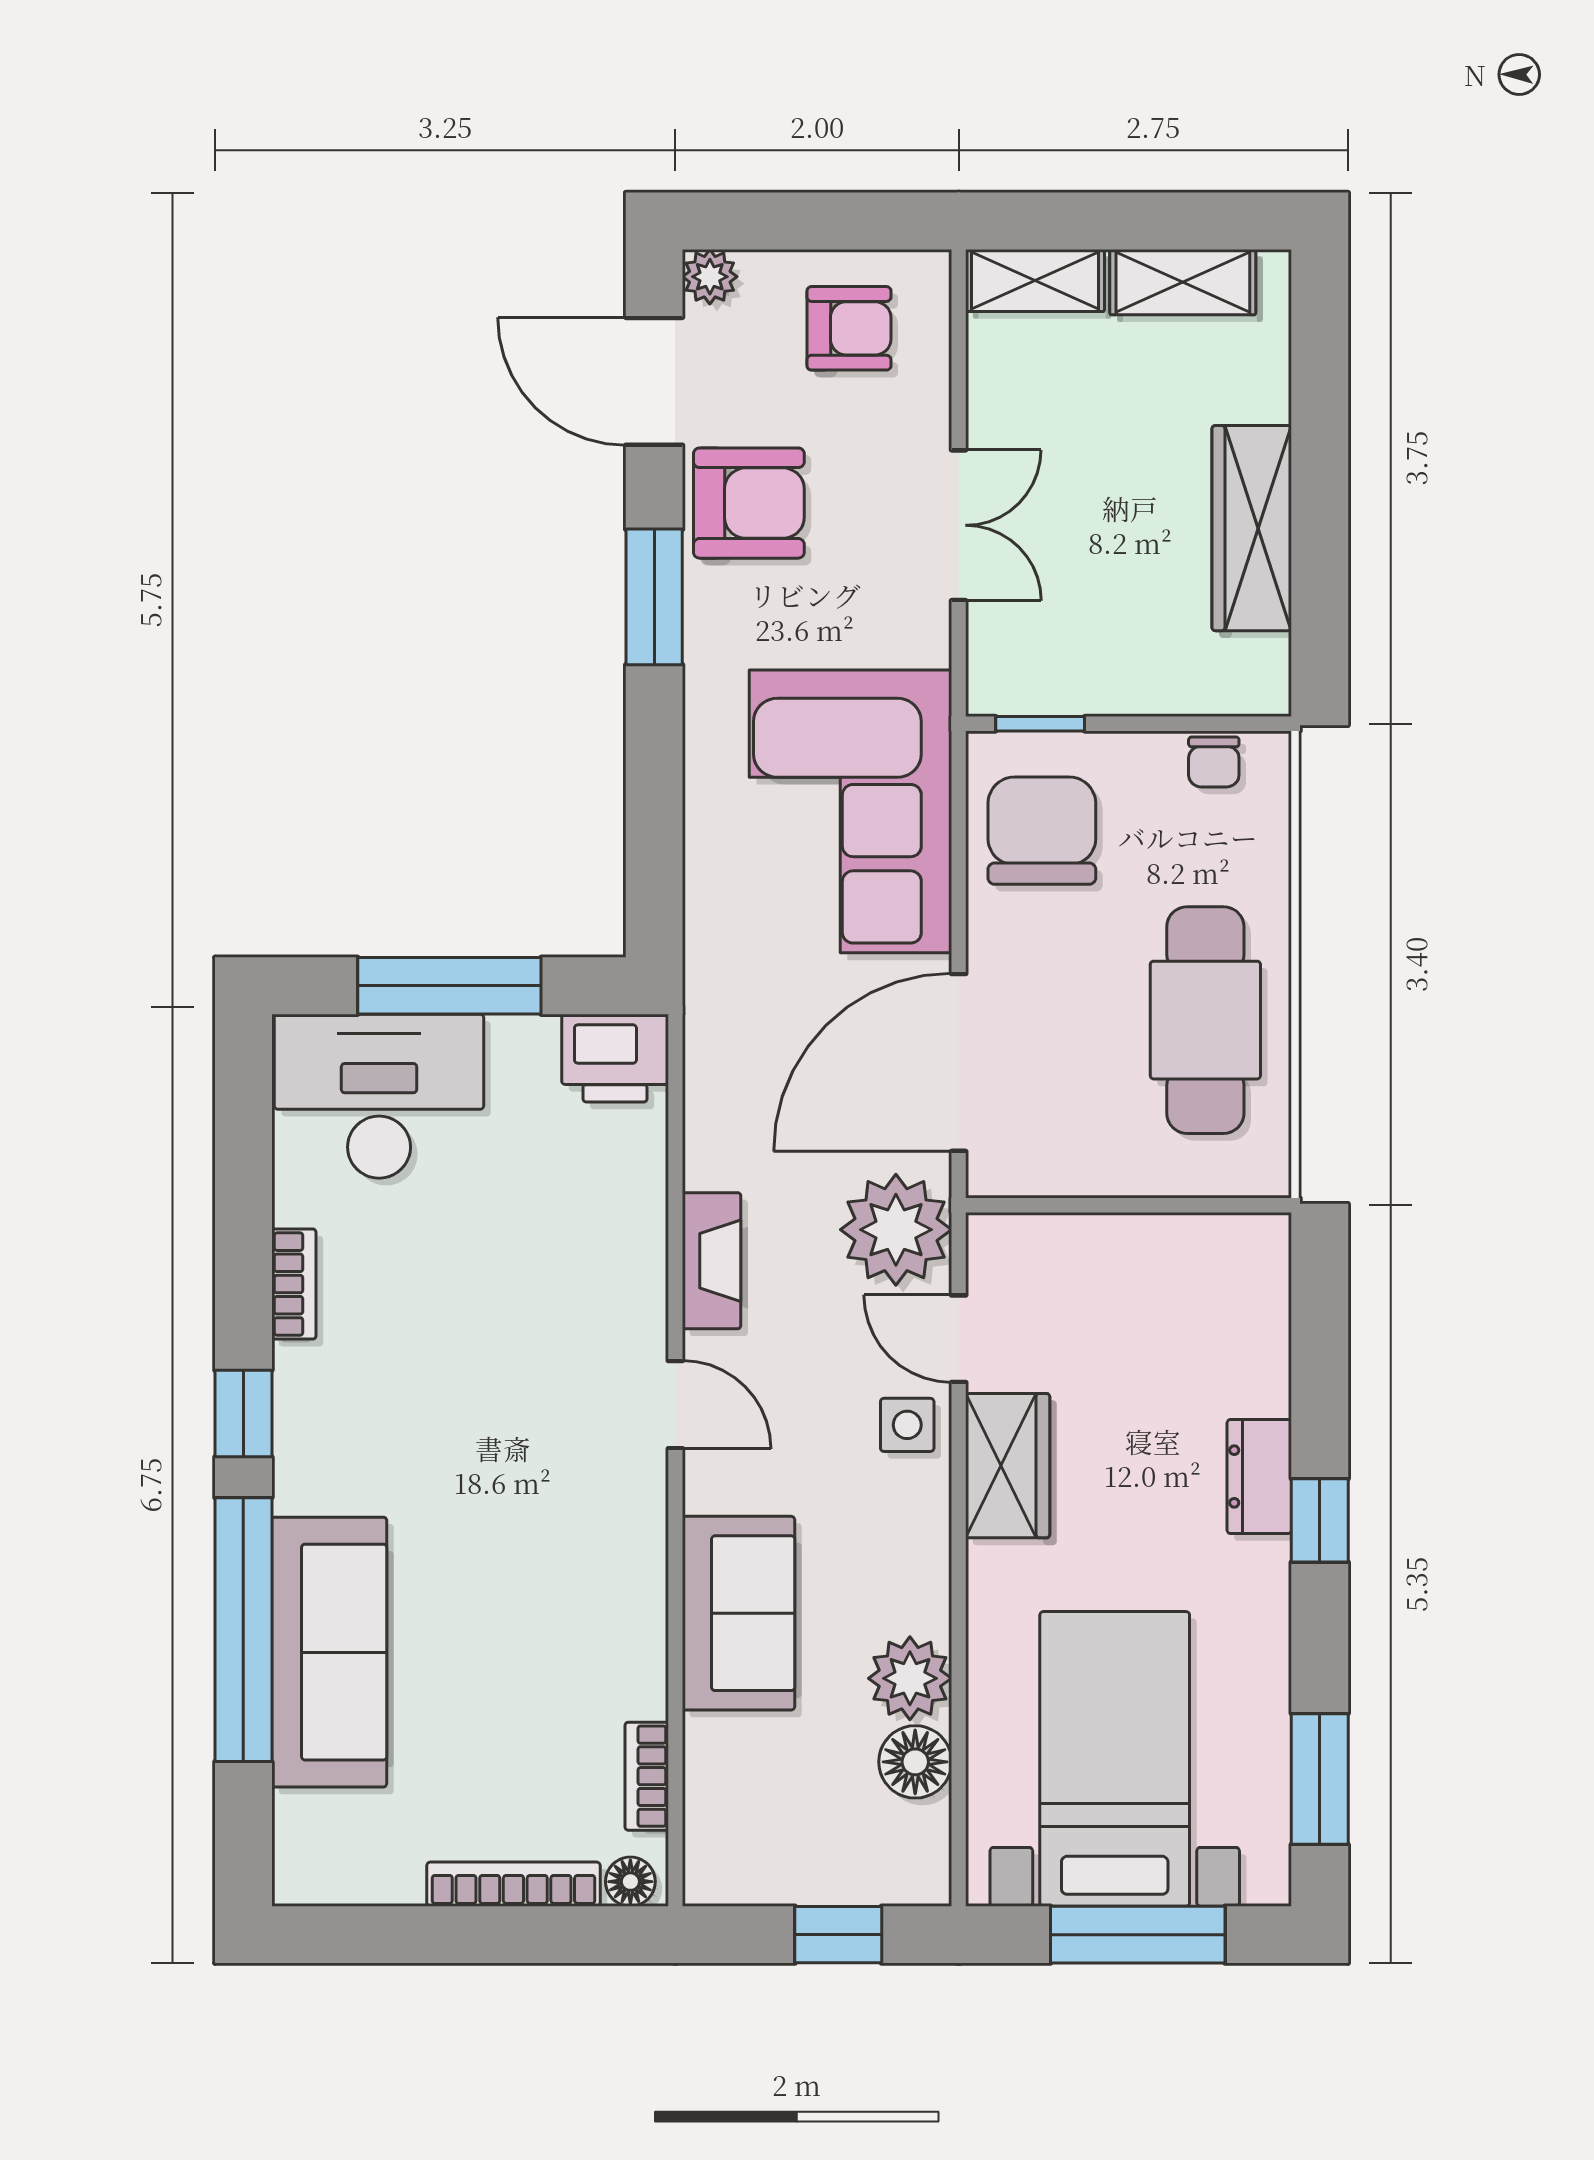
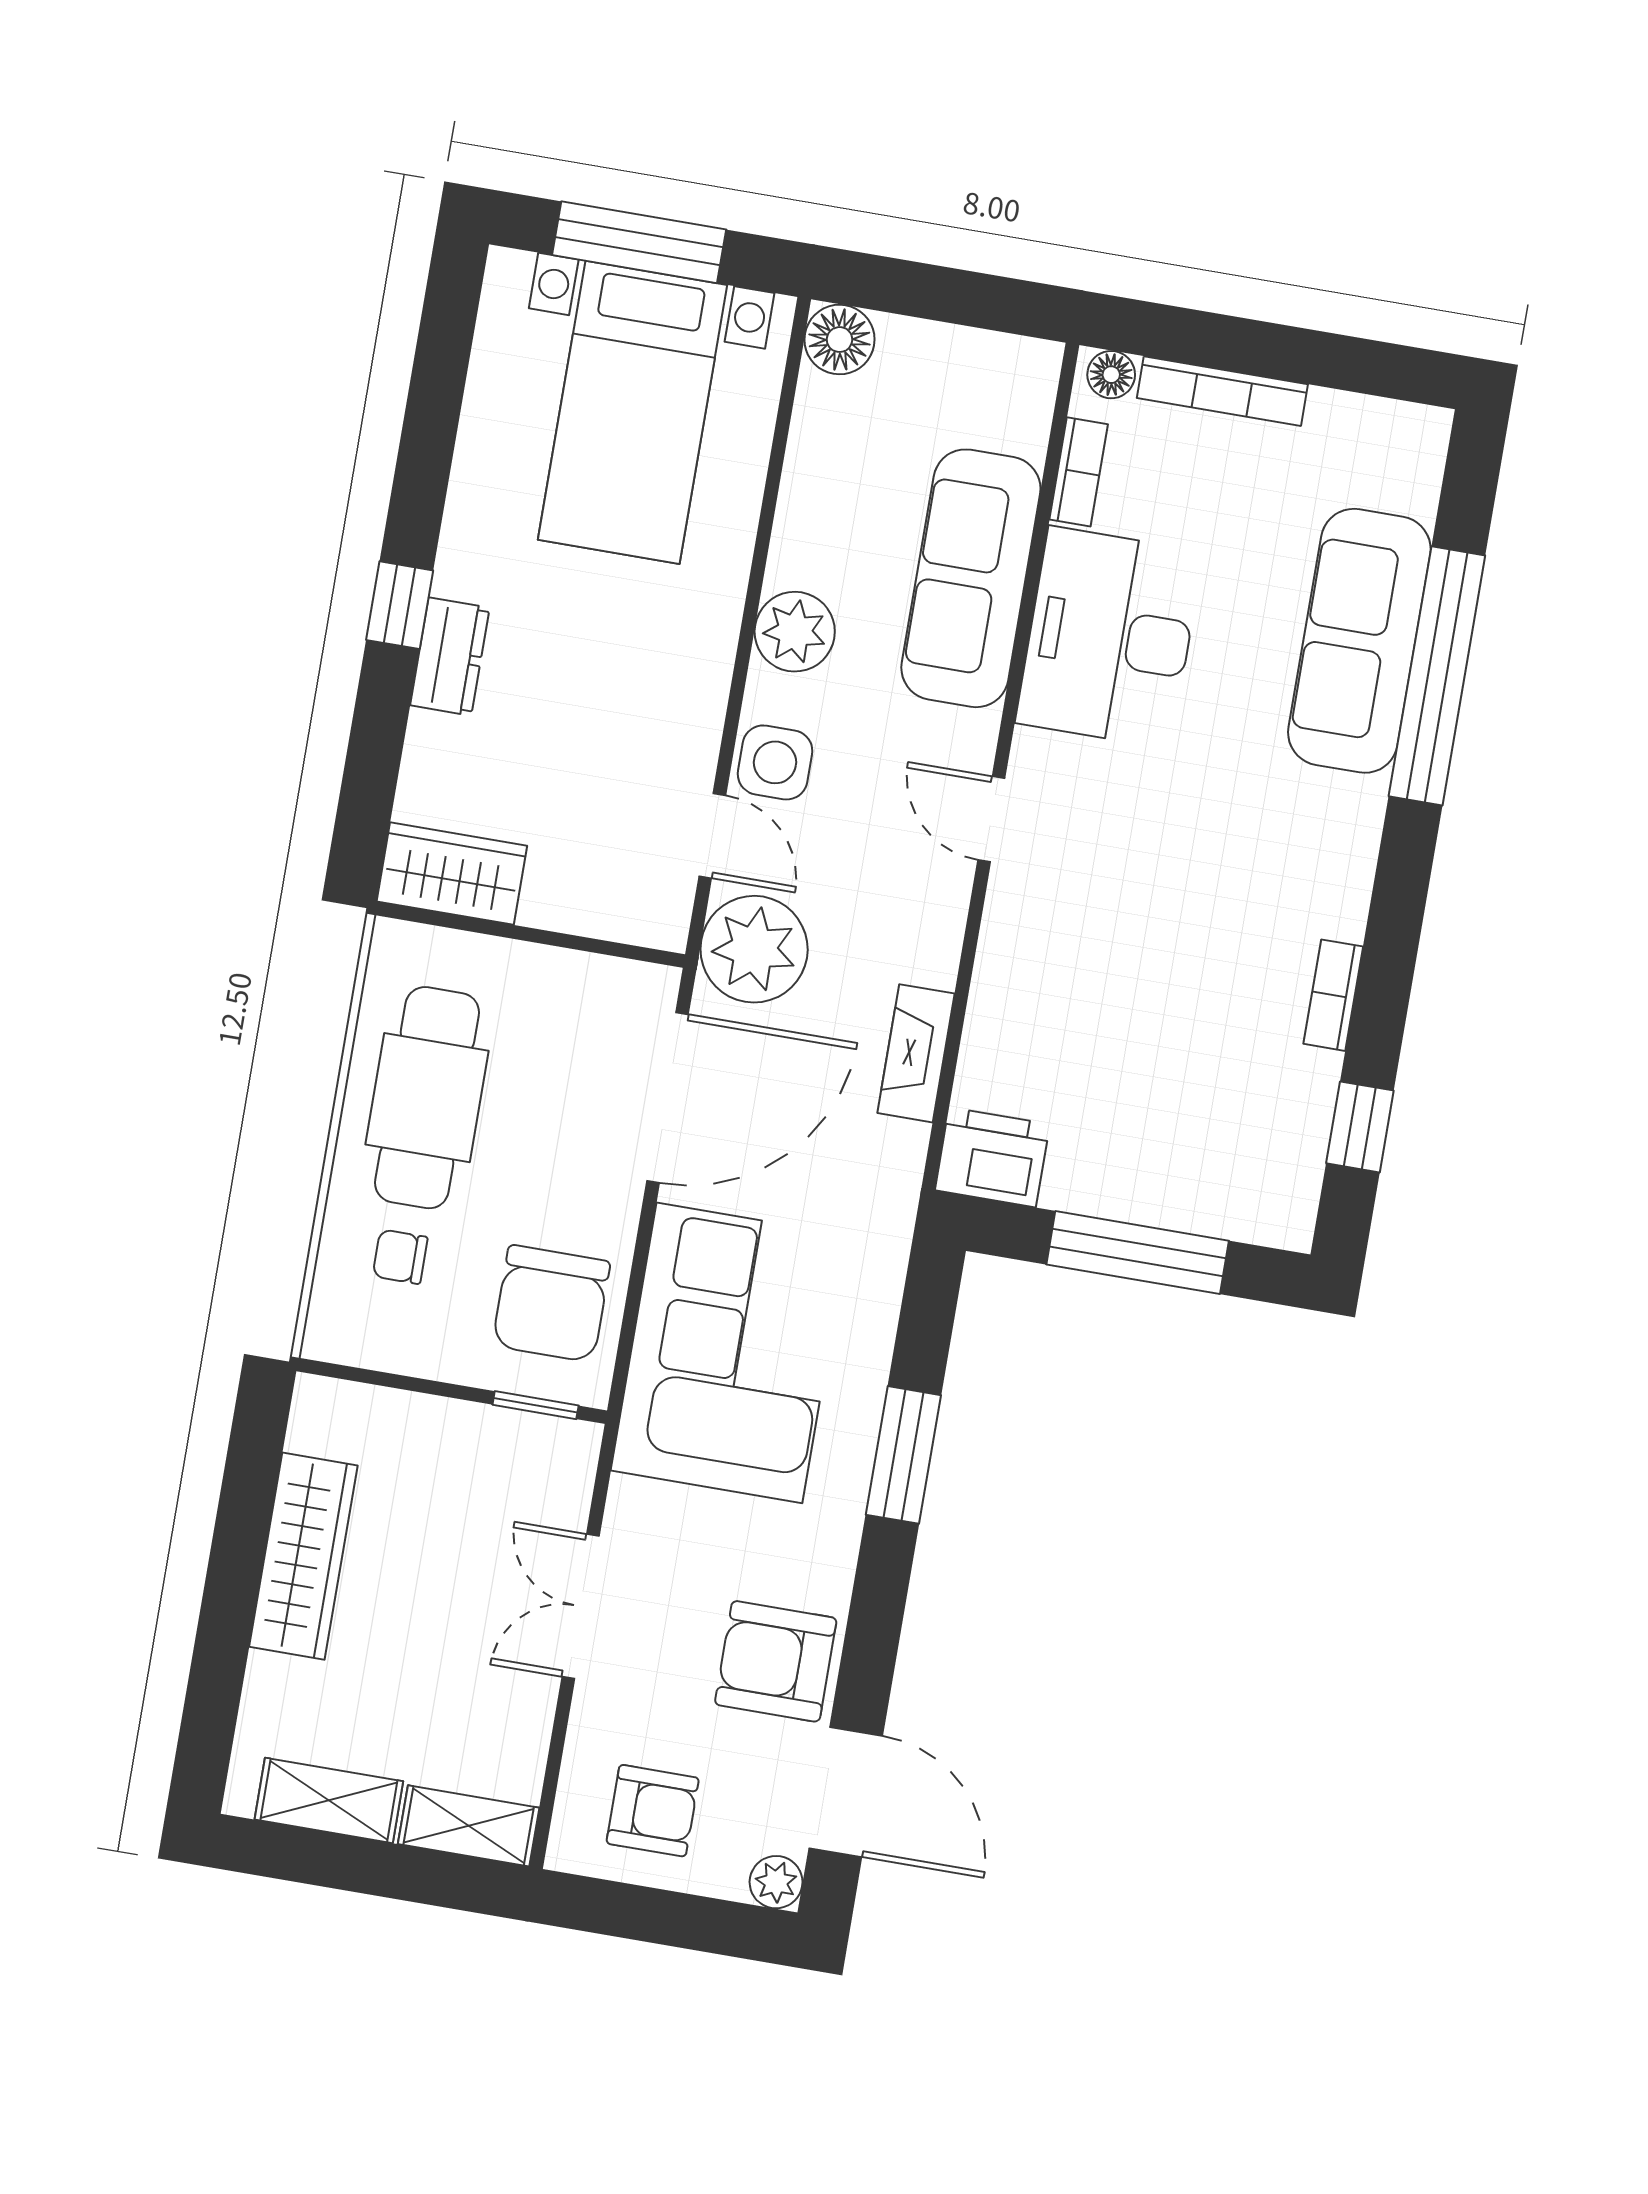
armchair: (849, 328) -> (653, 1811), turned 180
window: (654, 597) -> (903, 1455), moved
chair: (1214, 762) -> (400, 1257), moved, turned -90
desk: (379, 1096) -> (1109, 637), moved, turned 90
fireplace: (712, 1261) -> (916, 1053), moved
window: (243, 1414) -> (1360, 1127), moved
side table: (907, 1425) -> (775, 762), width x1.37, depth x1.37
wardrobe: (1008, 1466) -> (452, 874), moved, turned 90
sofa: (739, 1613) -> (971, 578), width x1.36
plant: (910, 1678) -> (795, 632), moved
floor lamp: (915, 1762) -> (839, 340), moved
window: (1320, 1779) -> (442, 360), removed
window: (838, 1935) -> (923, 291), removed

